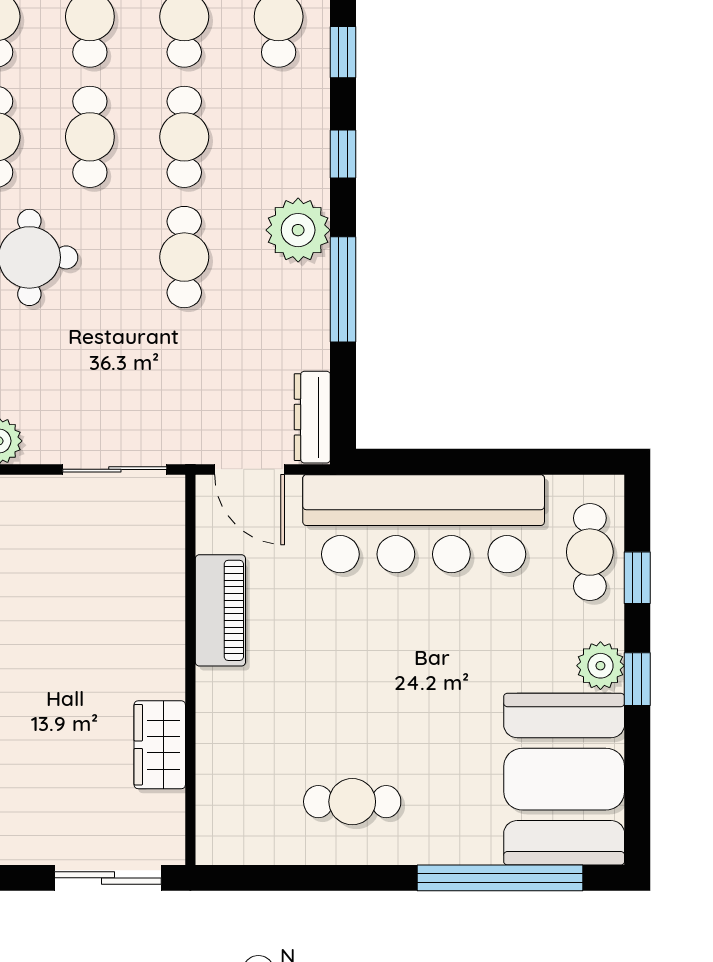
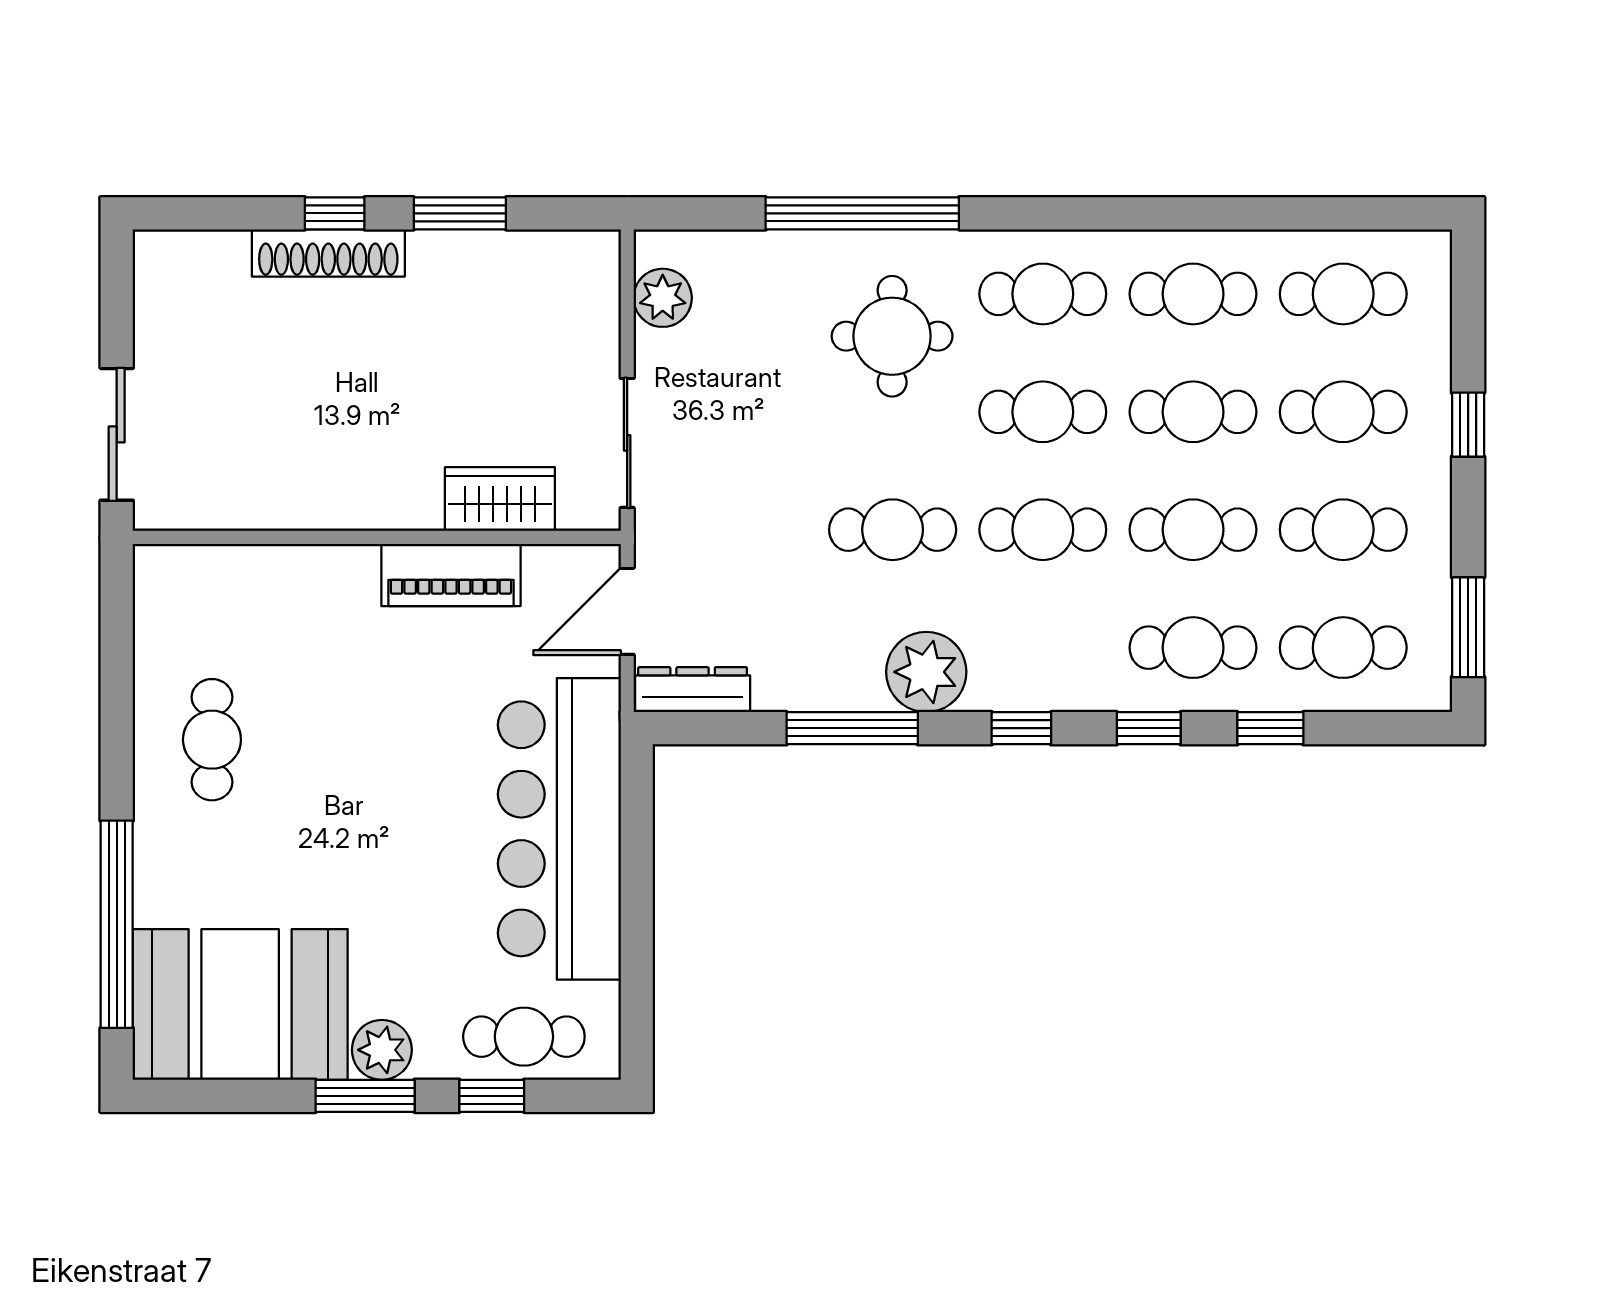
window: (637, 679) -> (365, 1096), width x1.50
wardrobe: (160, 745) -> (500, 499), moved

